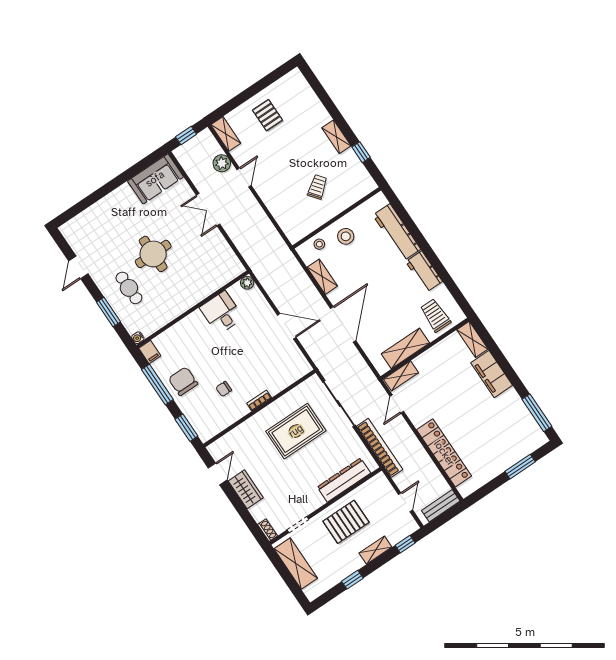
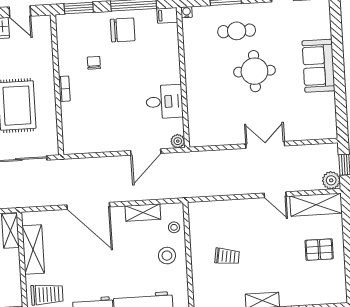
shelving: (226, 134) -> (316, 205), width x1.50, depth x1.33
plant: (222, 163) -> (331, 180), moved
sofa: (155, 179) -> (318, 66), moved
trolley: (317, 187) -> (227, 256), turned -43
door: (287, 326) -> (146, 152), moved

